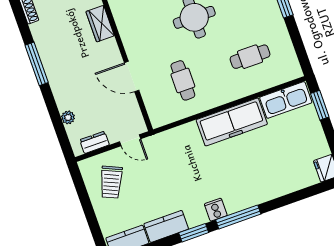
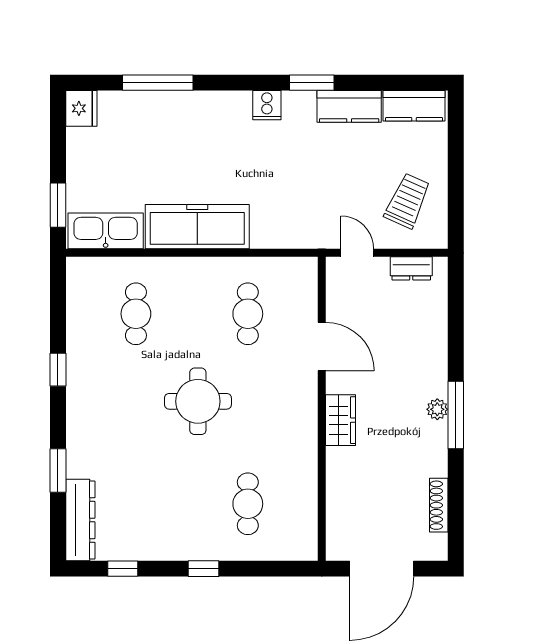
wardrobe: (100, 24) -> (341, 420), moved
cafe table: (250, 57) -> (136, 314), turned 90
plant: (68, 117) -> (437, 409), moved
window: (238, 217) -> (158, 83), moved

